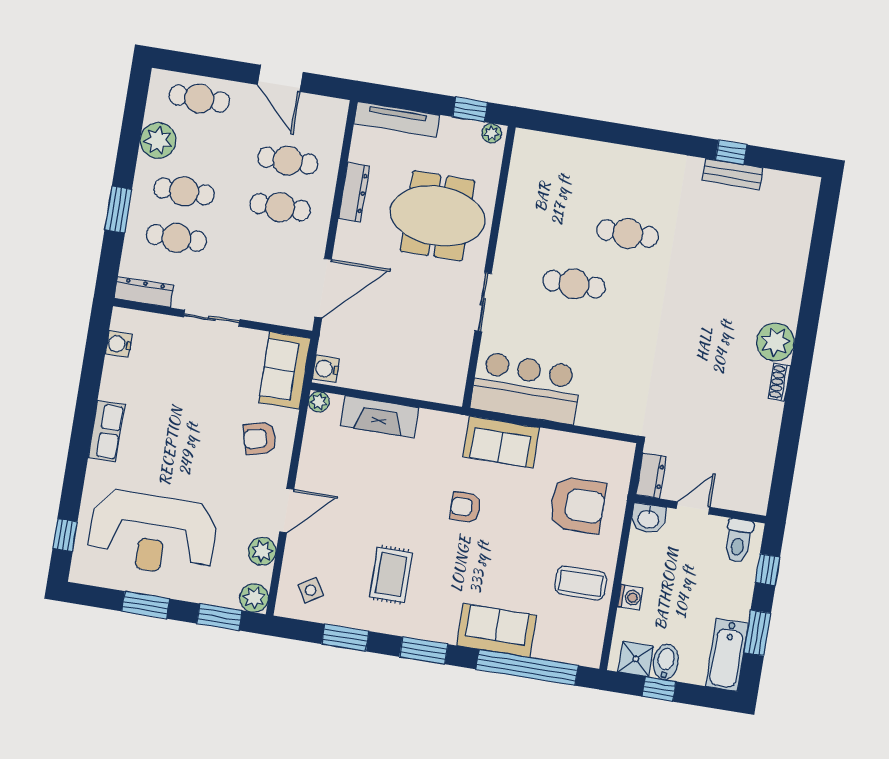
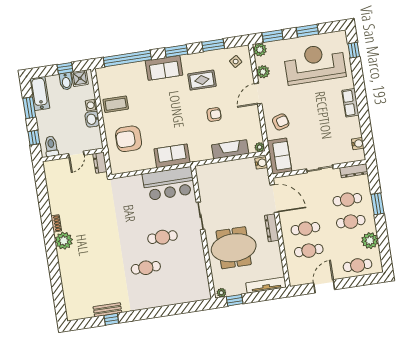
door: (280, 78) -> (324, 286), hinge flipped
dresser: (354, 192) -> (272, 228), moved
door: (323, 288) -> (274, 199), swing flipped
armchair: (465, 507) -> (214, 114), moved
washbasin: (648, 519) -> (92, 119), moved, turned -90
rug: (391, 575) -> (202, 80), turned 90
sofa: (496, 630) -> (164, 68), moved

